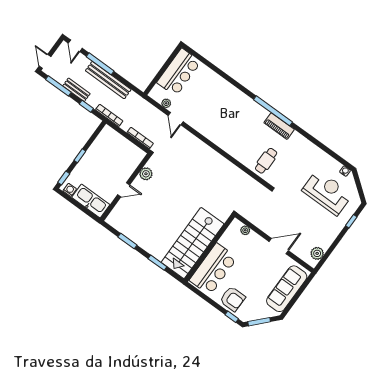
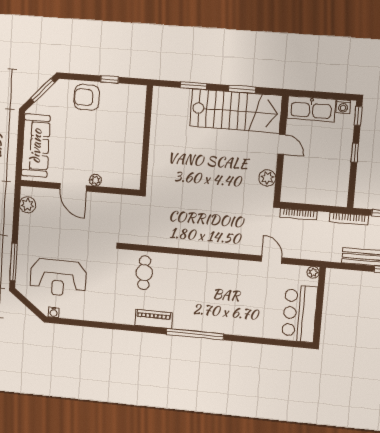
plant: (166, 103) -> (313, 272), moved
window: (273, 111) -> (195, 334), moved
door: (124, 190) -> (282, 144), swing flipped
window: (351, 221) -> (14, 262), width x2.17
plant: (245, 230) -> (95, 180), moved
stairs: (193, 243) -> (236, 111), moved, turned 90
door: (279, 246) -> (73, 187), hinge flipped
bar counter: (213, 269) -> (128, 117), removed
window: (232, 317) -> (110, 79), moved

